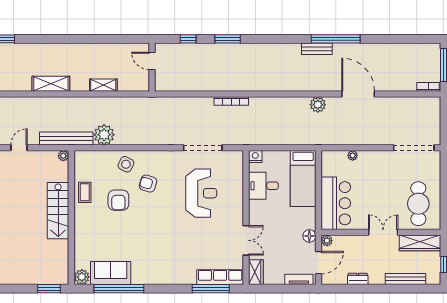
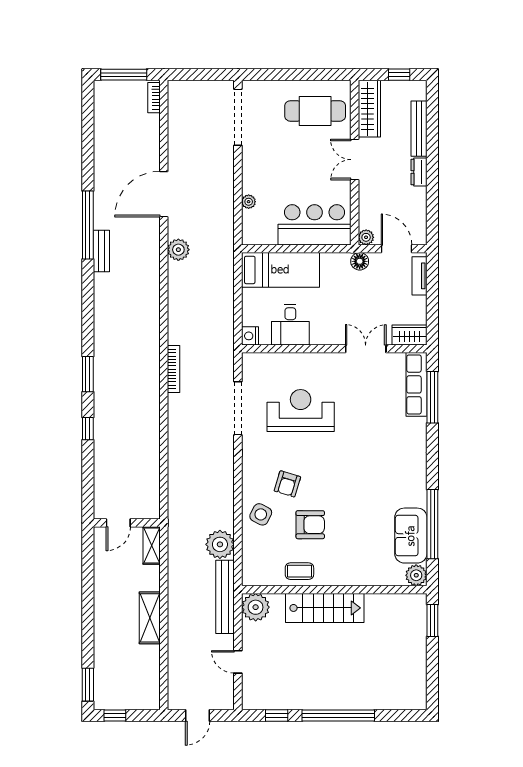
door: (152, 61) -> (118, 523), moved
wall: (152, 67) -> (127, 523), moved
plant: (63, 156) -> (256, 607), width x1.87, depth x1.87
dresser: (358, 279) -> (419, 172), moved

